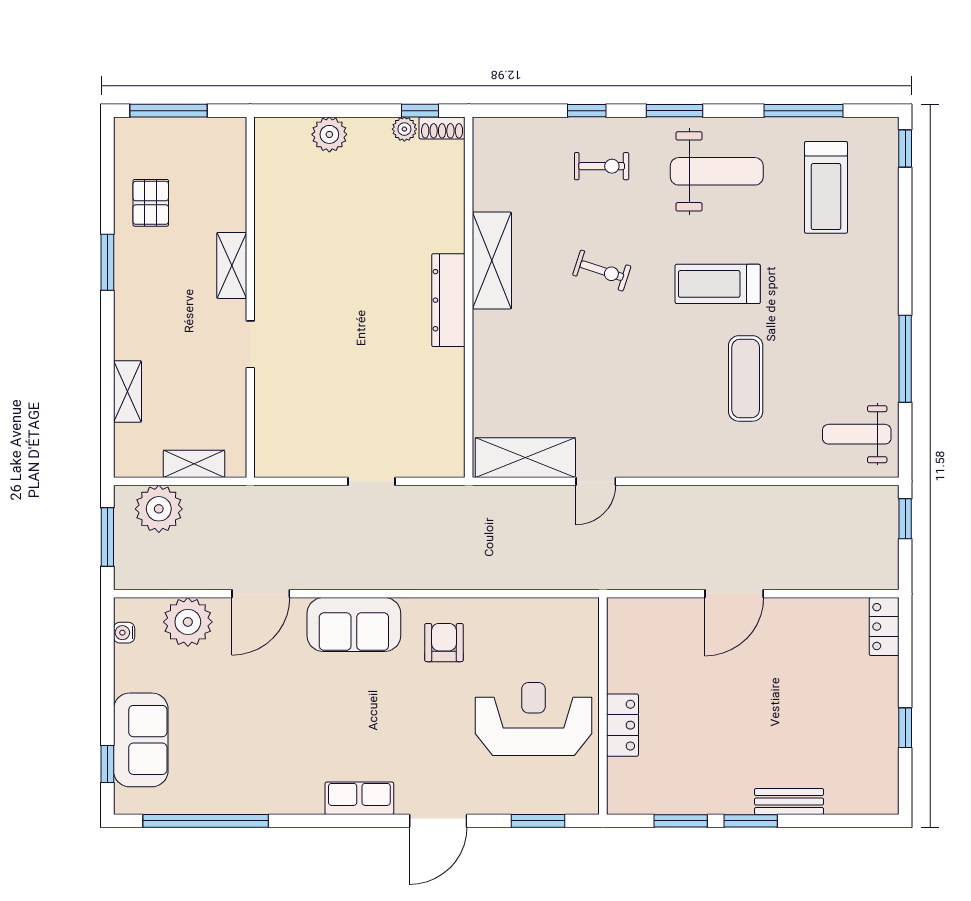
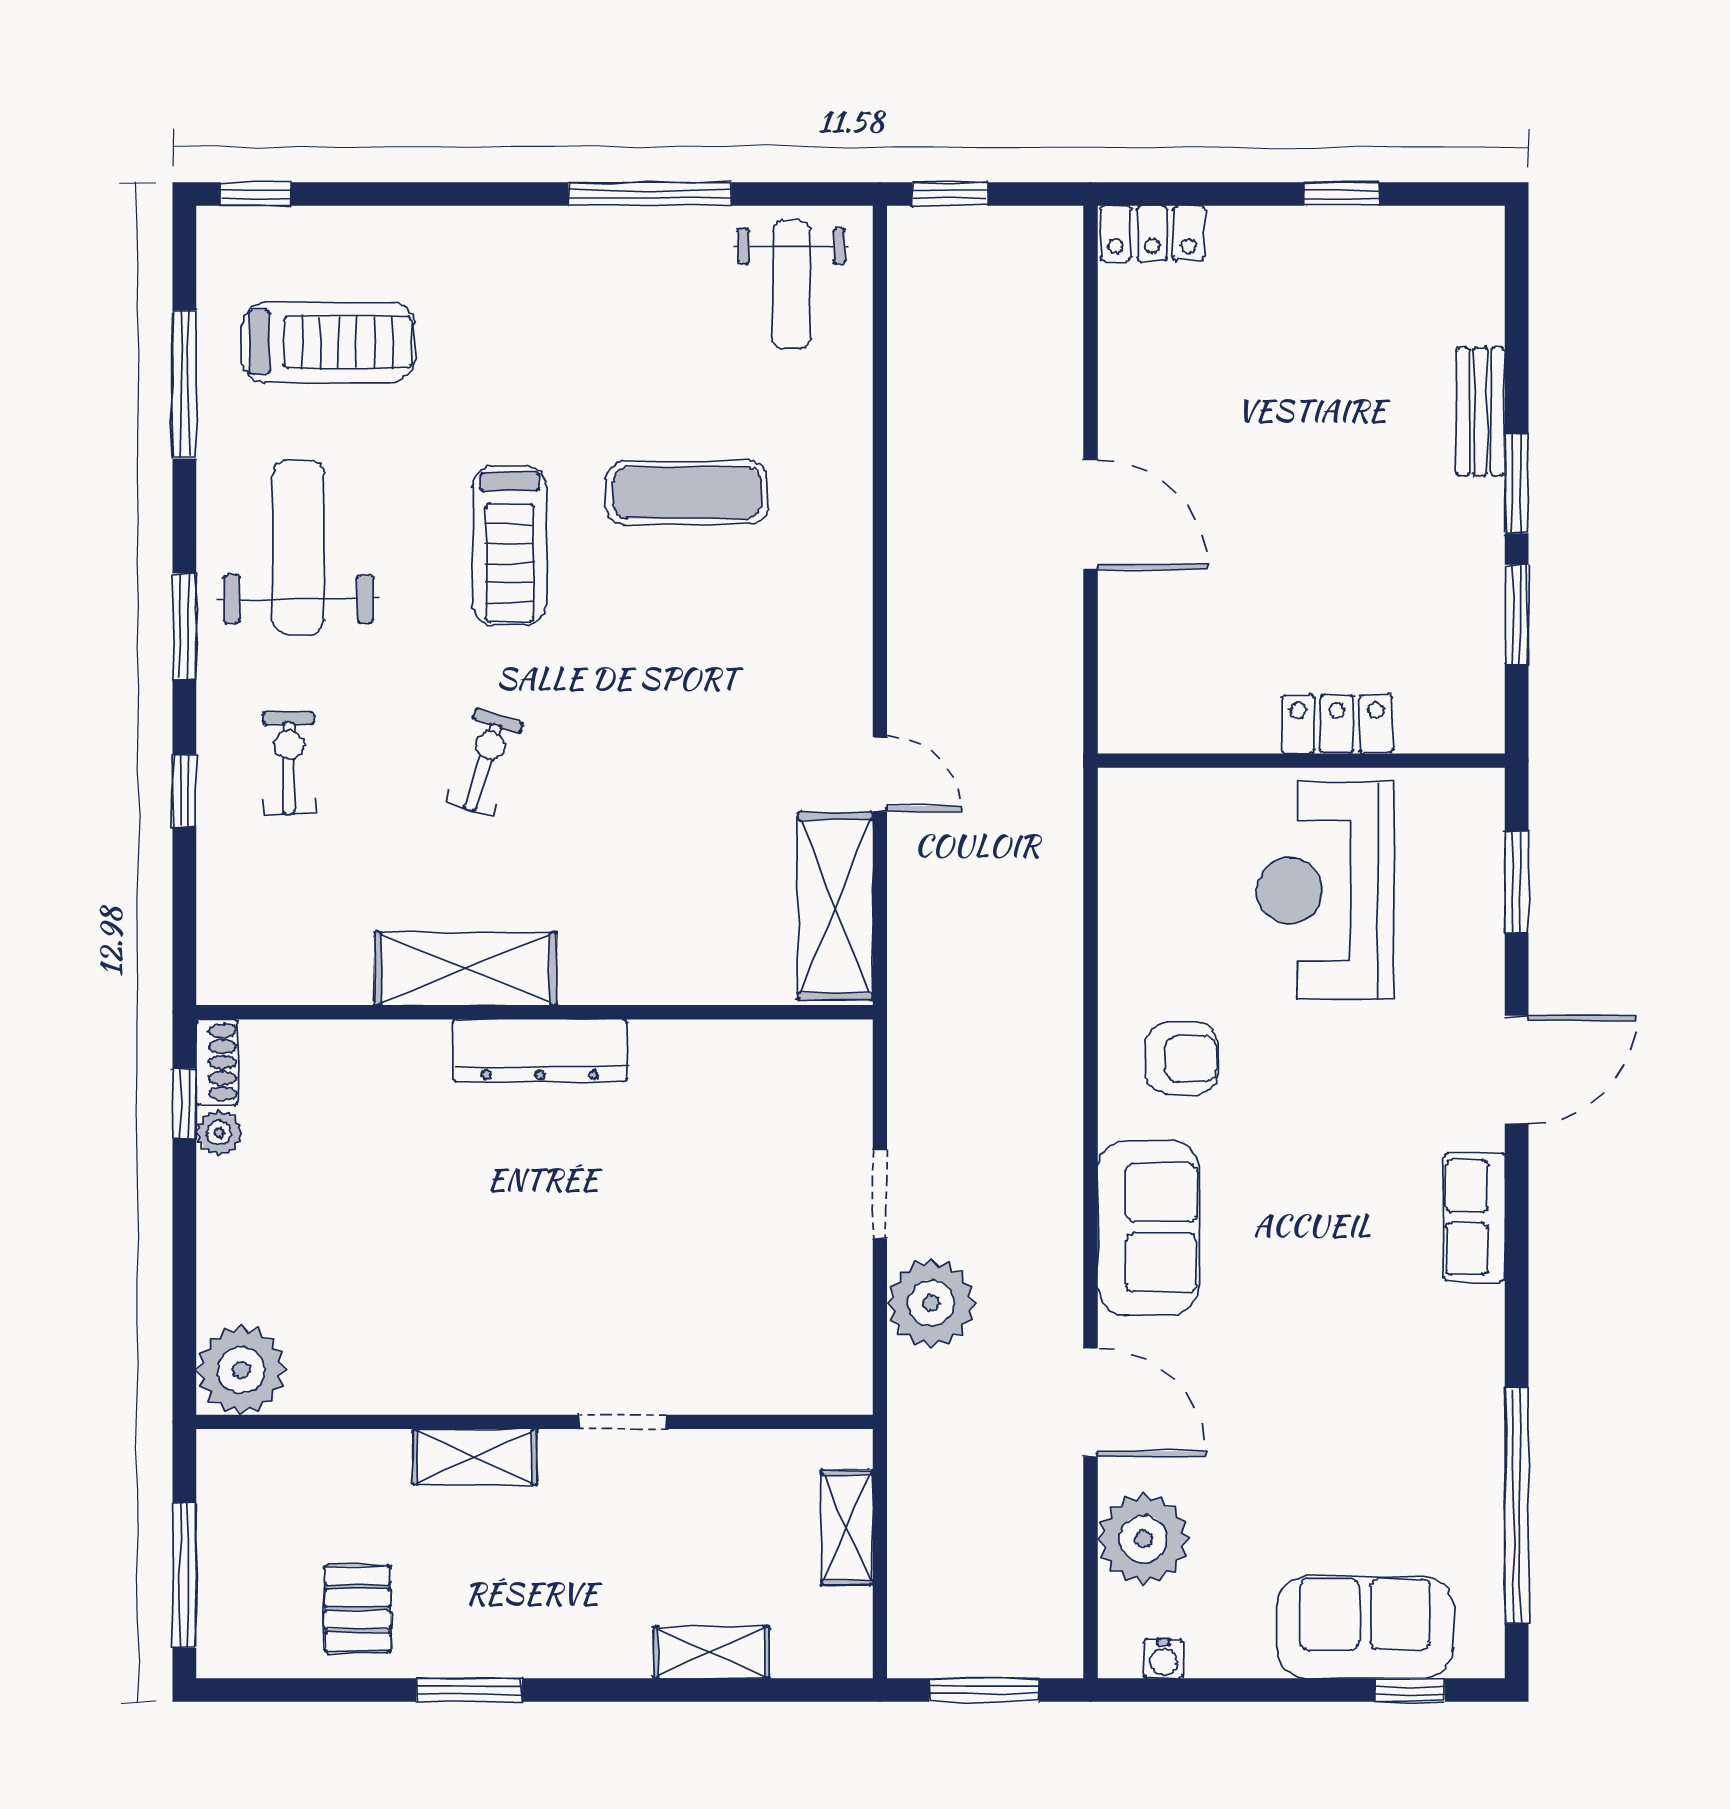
plant: (329, 134) -> (241, 1370), moved, width x1.36, depth x1.36
pallet: (151, 203) -> (357, 1609), turned 90
plant: (159, 509) -> (931, 1303), moved
armchair: (444, 643) -> (1182, 1059), turned 180
door: (438, 821) -> (1517, 1070), hinge flipped

